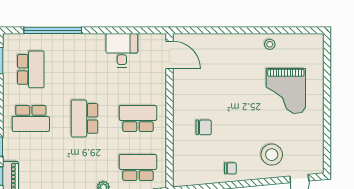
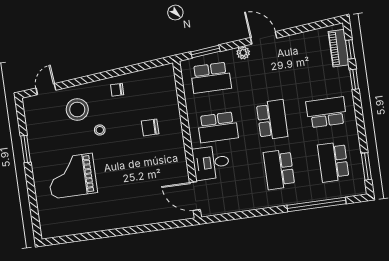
stool: (270, 44) -> (100, 130), moved
desk: (122, 50) -> (211, 163), moved, turned 90
school desk: (84, 69) -> (279, 169), added
grand piano: (286, 91) -> (72, 176), turned -90
window: (327, 123) -> (26, 149), added

